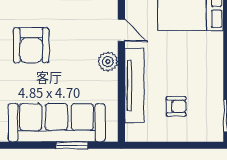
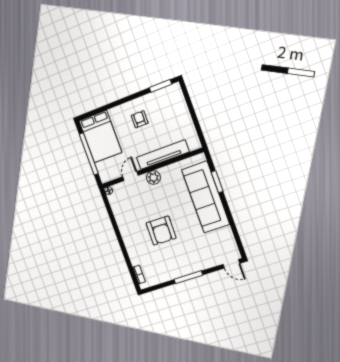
armchair: (31, 45) -> (161, 231), turned 91
armchair: (176, 106) -> (140, 119), moved

